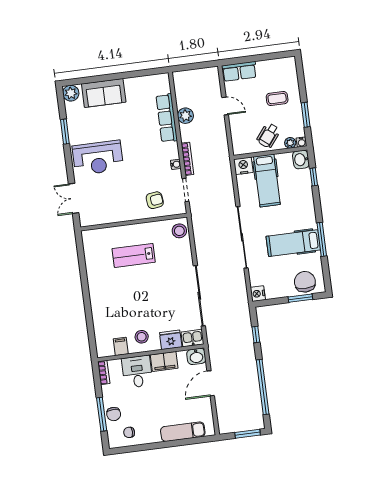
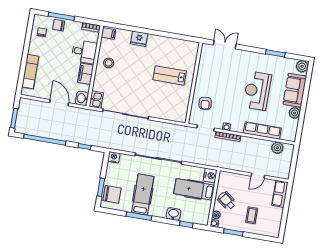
plant: (132, 85) -> (294, 113), added
plant: (185, 116) -> (277, 148), moved
reception desk: (98, 158) -> (257, 91), moved
washbasin: (301, 159) -> (173, 214), moved
stool: (179, 231) -> (177, 114), removed
lab bench: (134, 255) -> (170, 75), turned -90
fridge: (171, 340) -> (139, 39), moved, turned 90
filing cabinet: (121, 346) -> (108, 33), moved

